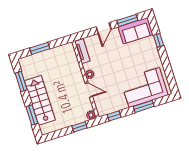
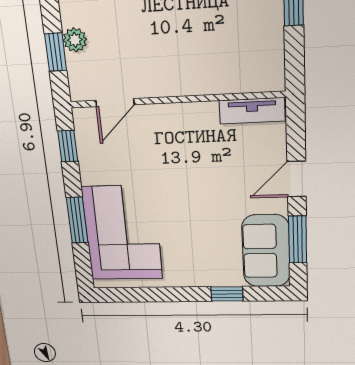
door: (104, 28) -> (297, 179), hinge flipped
plant: (90, 74) -> (186, 114), removed
door: (89, 90) -> (115, 103), moved
plant: (91, 115) -> (75, 40), moved

